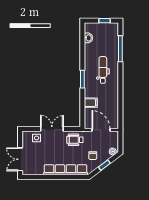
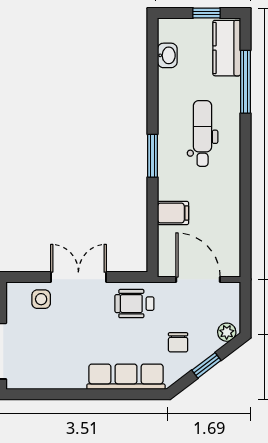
kitchen counter: (113, 35) -> (227, 48), added
row of seats: (66, 170) -> (126, 377), width x0.73

